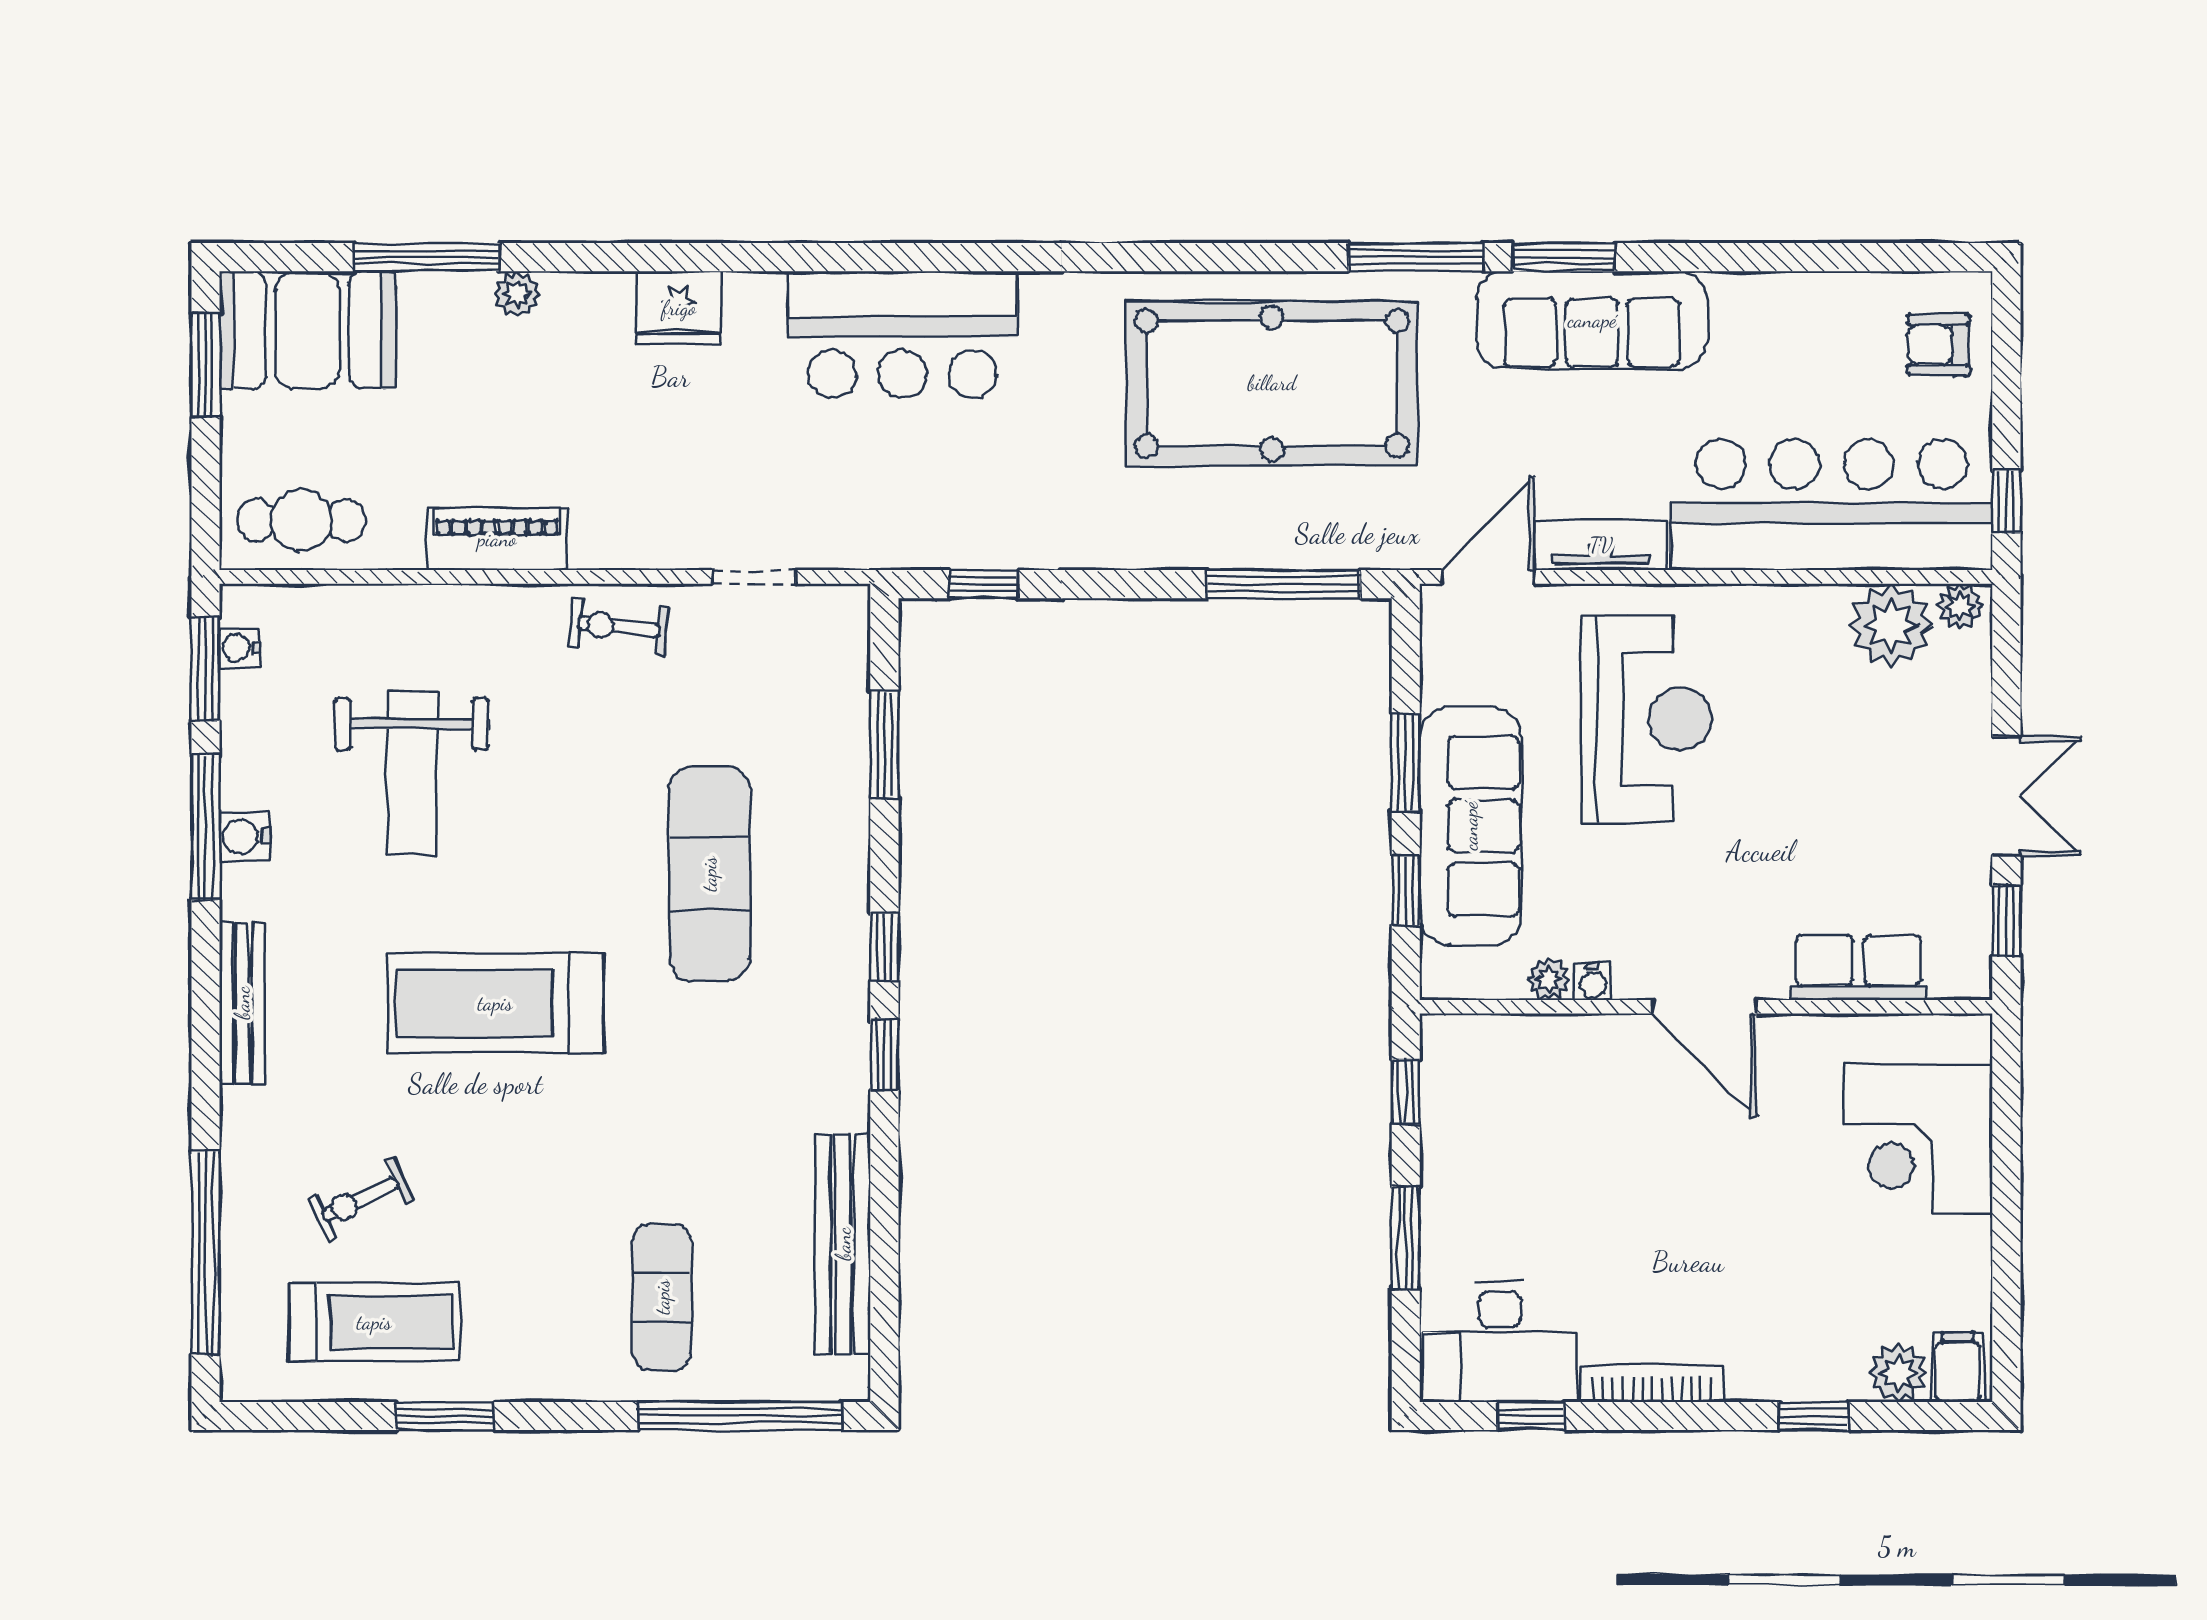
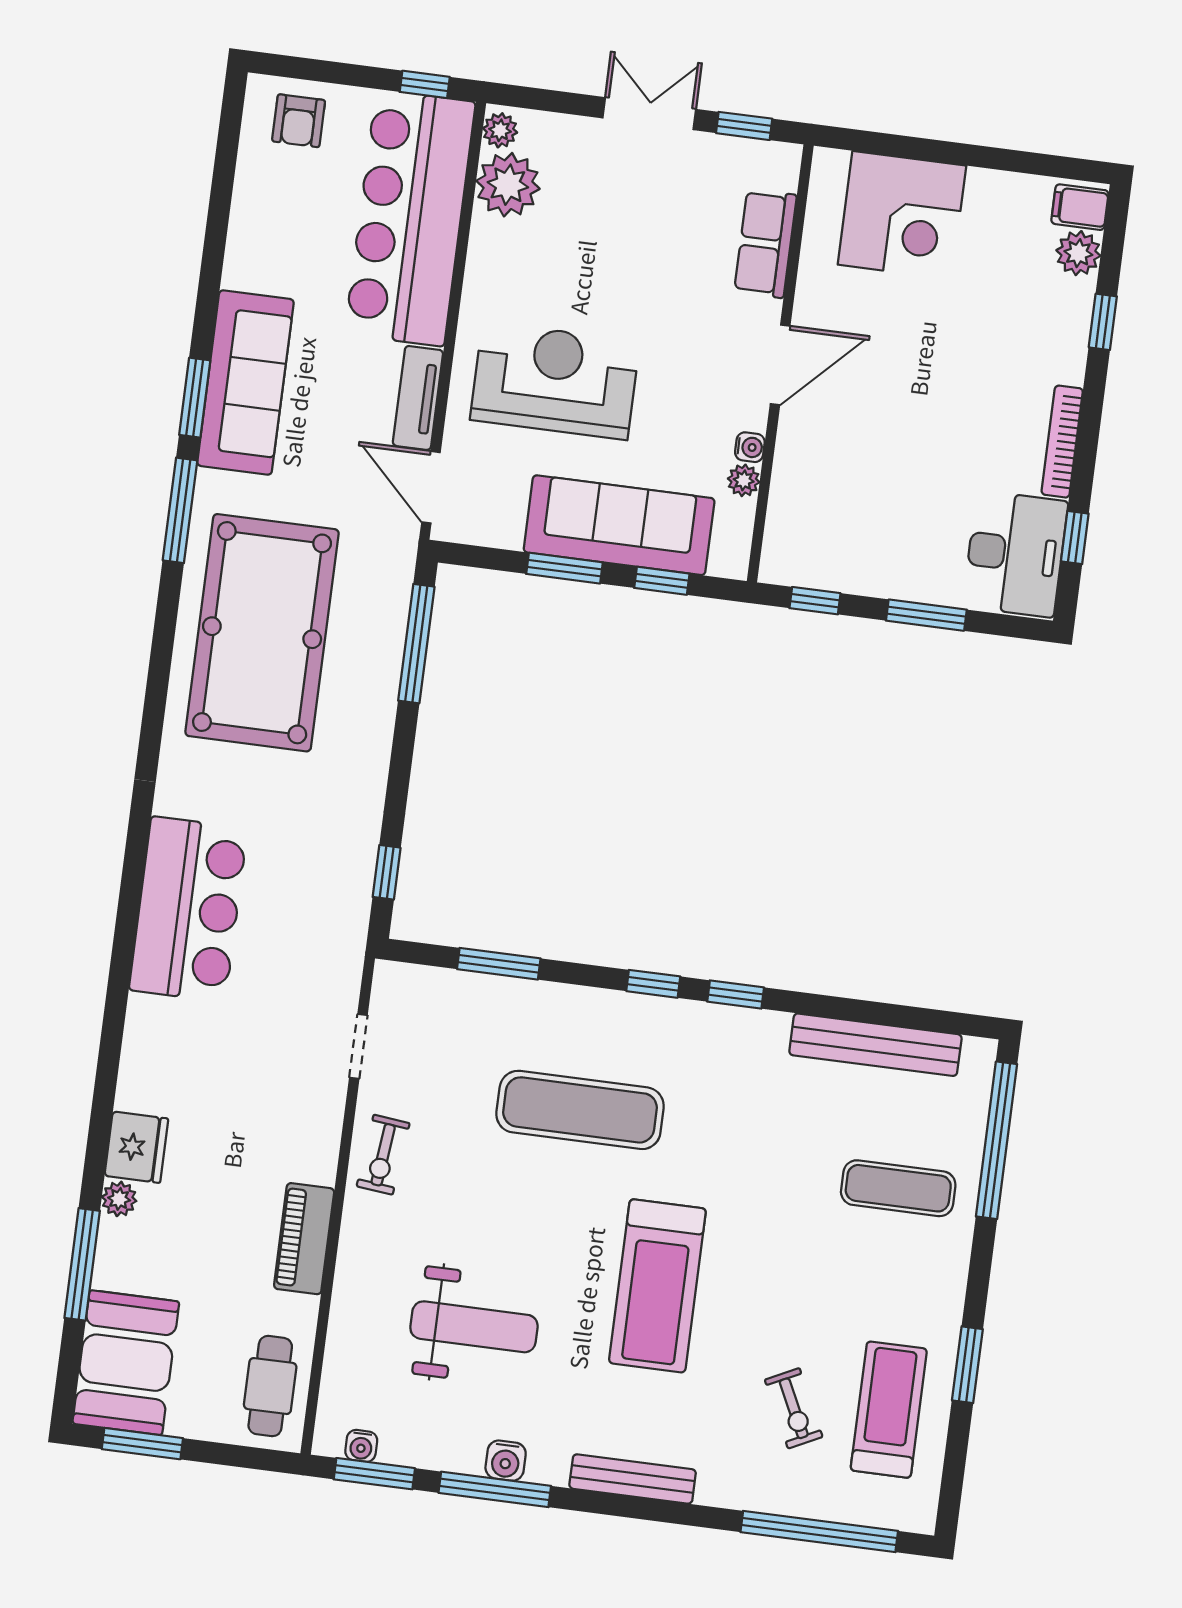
fridge: (679, 308) -> (136, 1147), moved

